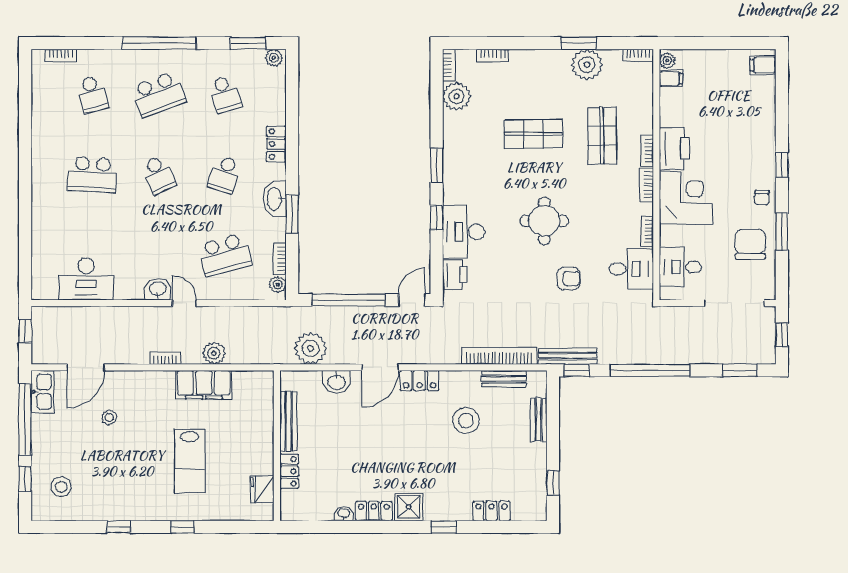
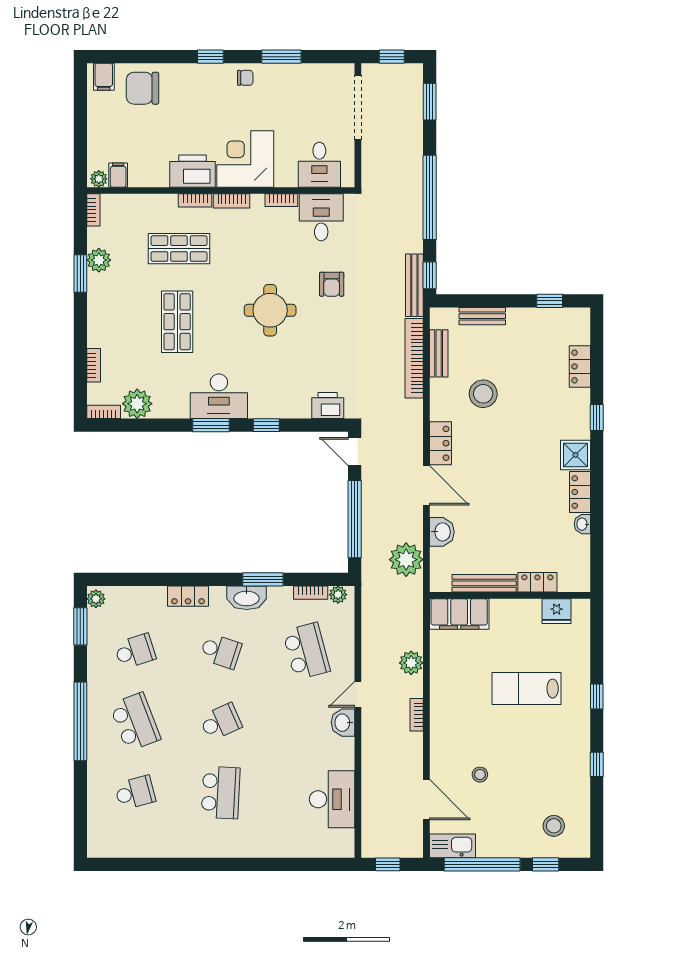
bookcase: (61, 55) -> (93, 826), removed
plant: (587, 65) -> (99, 260), width x0.73, depth x0.73
desk: (464, 232) -> (219, 396), moved
chair: (750, 244) -> (142, 88), moved
armchair: (569, 279) -> (332, 284), turned 180
filing cabinet: (204, 385) -> (459, 614), moved, turned 90
lab bench: (190, 461) -> (526, 689), turned 180

